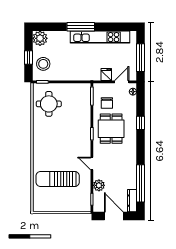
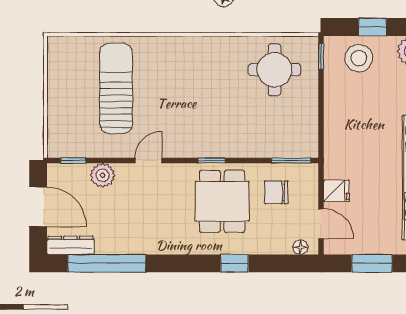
window: (141, 58) -> (372, 263), width x0.69
dining table: (111, 129) -> (222, 201), turned 90
door: (114, 216) -> (38, 207), hinge flipped

